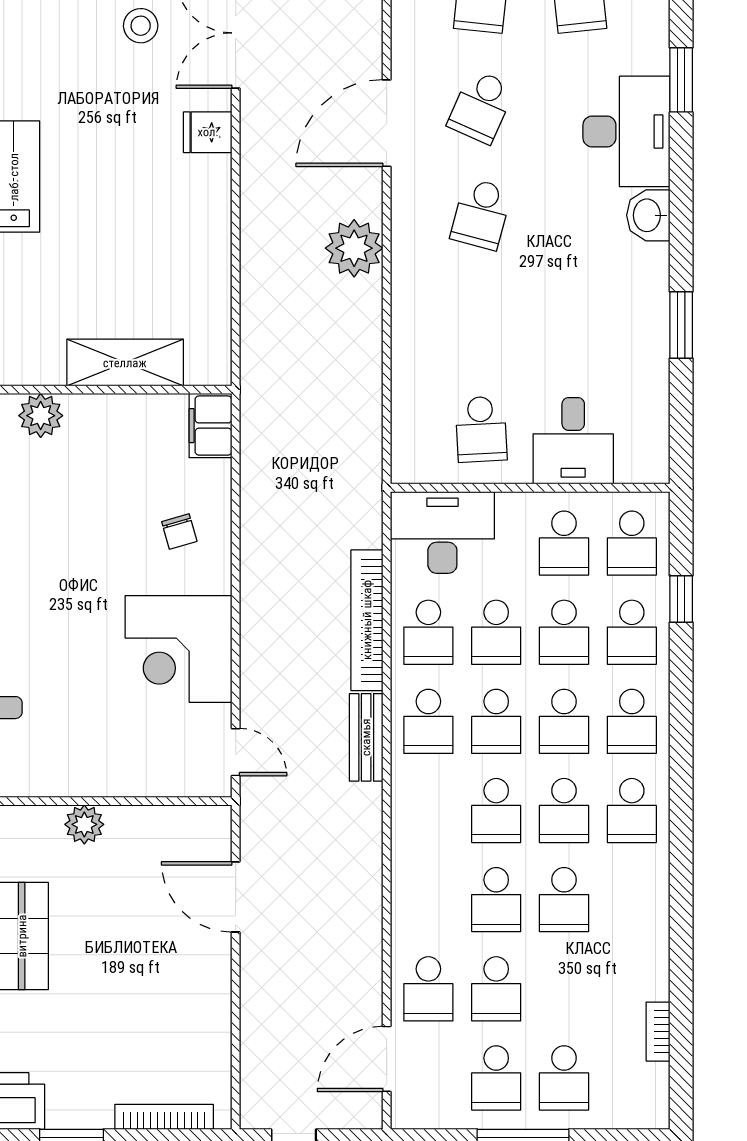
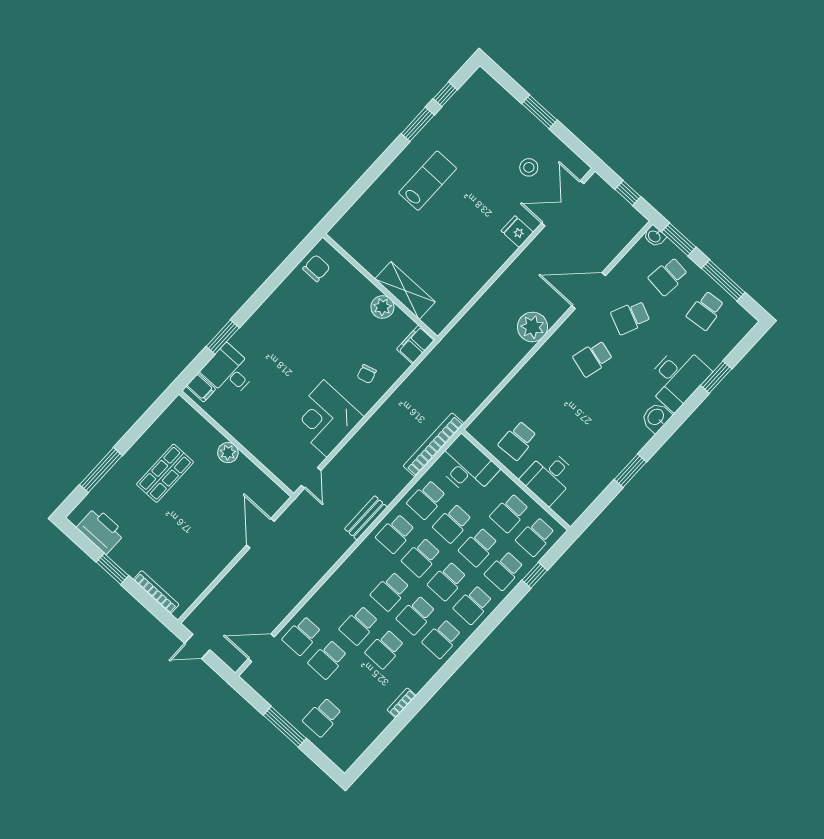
plant: (41, 416) -> (382, 307), moved
bookcase: (367, 620) -> (434, 445), moved
bookcase: (658, 1032) -> (401, 703), moved
school desk: (496, 1078) -> (297, 693), removed

